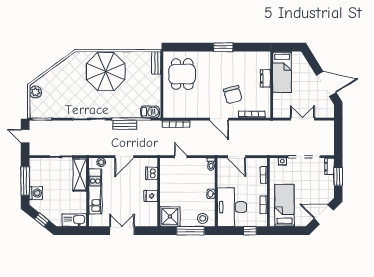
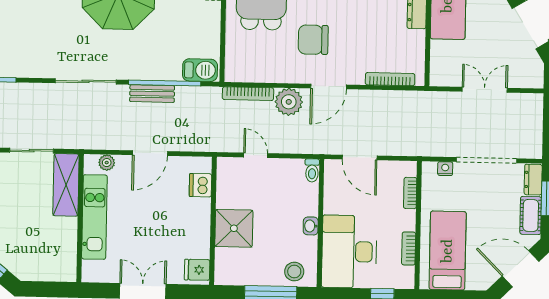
chair: (233, 95) -> (313, 40), moved, turned 105
door: (219, 119) -> (329, 86), hinge flipped
plant: (198, 128) -> (289, 102), added
cot: (328, 186) -> (531, 215), added
fridge: (151, 196) -> (197, 270), moved
shower: (170, 216) -> (234, 228), moved
kitchen sink: (74, 220) -> (54, 270), removed

